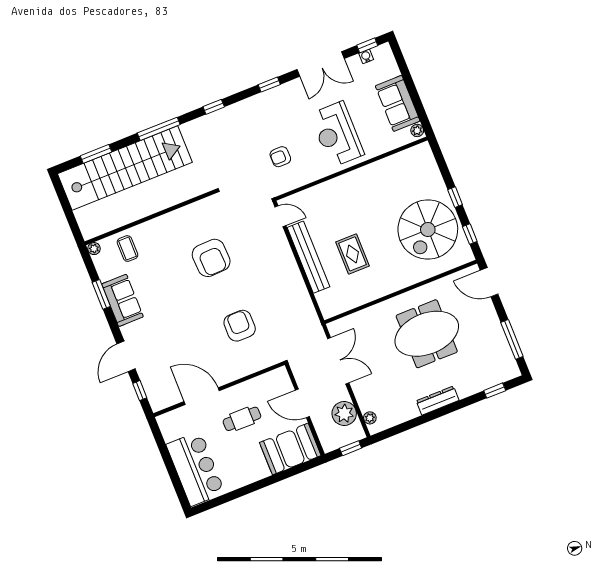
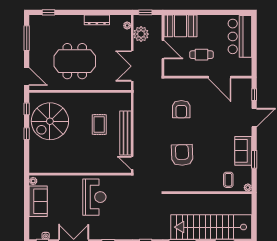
reception desk: (337, 134) -> (94, 197), moved
armchair: (280, 157) -> (119, 198), removed
spiral stairs: (428, 230) -> (50, 121), turned 180
dresser: (438, 401) -> (97, 20), moved

